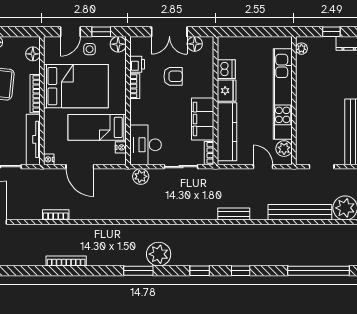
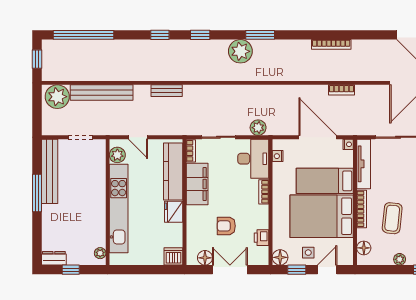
dishwasher: (226, 69) -> (173, 256), moved, turned 90
bookcase: (135, 86) -> (264, 192), moved
bed: (97, 127) -> (325, 181), moved, turned 180
door: (80, 167) -> (318, 137), width x1.36

